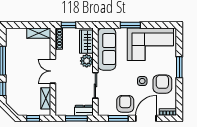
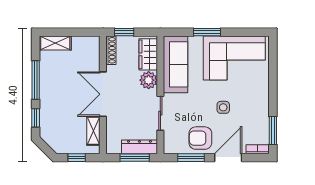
shelving: (39, 33) -> (55, 43), moved
window: (179, 67) -> (273, 130), moved
double door: (53, 71) -> (103, 94), width x1.37
armchair: (162, 84) -> (250, 111), removed
armchair: (125, 104) -> (200, 138), turned -90
dresser: (84, 110) -> (139, 147), width x1.44

